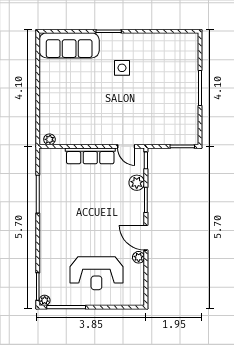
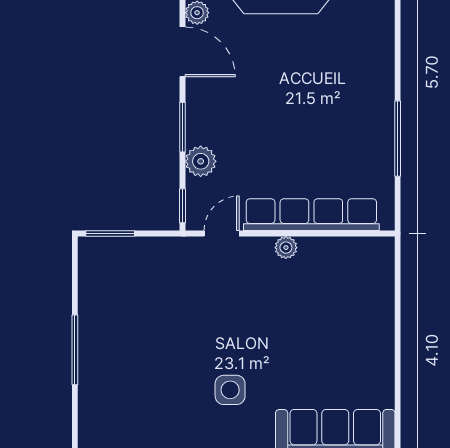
plant: (49, 139) -> (286, 248), moved
door: (126, 146) -> (222, 234), hinge flipped
row of seats: (90, 156) -> (311, 215), width x1.36

